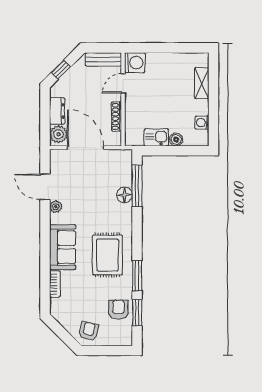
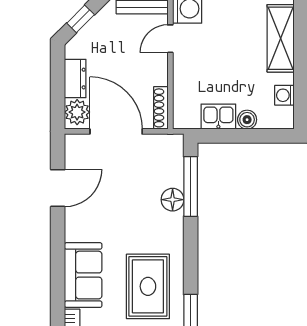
shelving: (202, 83) -> (281, 38), width x1.50, depth x1.33
shoe rack: (116, 116) -> (161, 108), moved
door: (45, 187) -> (58, 188), swing flipped
plant: (56, 207) -> (73, 216), removed

